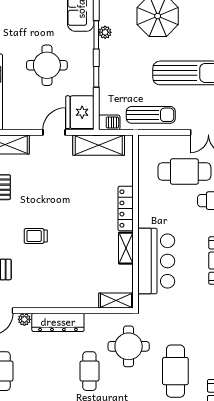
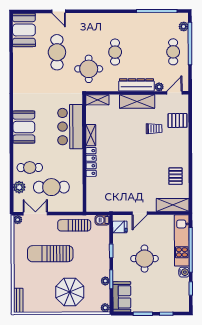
fridge: (80, 112) -> (120, 227), width x0.53, depth x0.75
shelving: (99, 145) -> (137, 101), moved
trolley: (36, 236) -> (154, 129), moved

